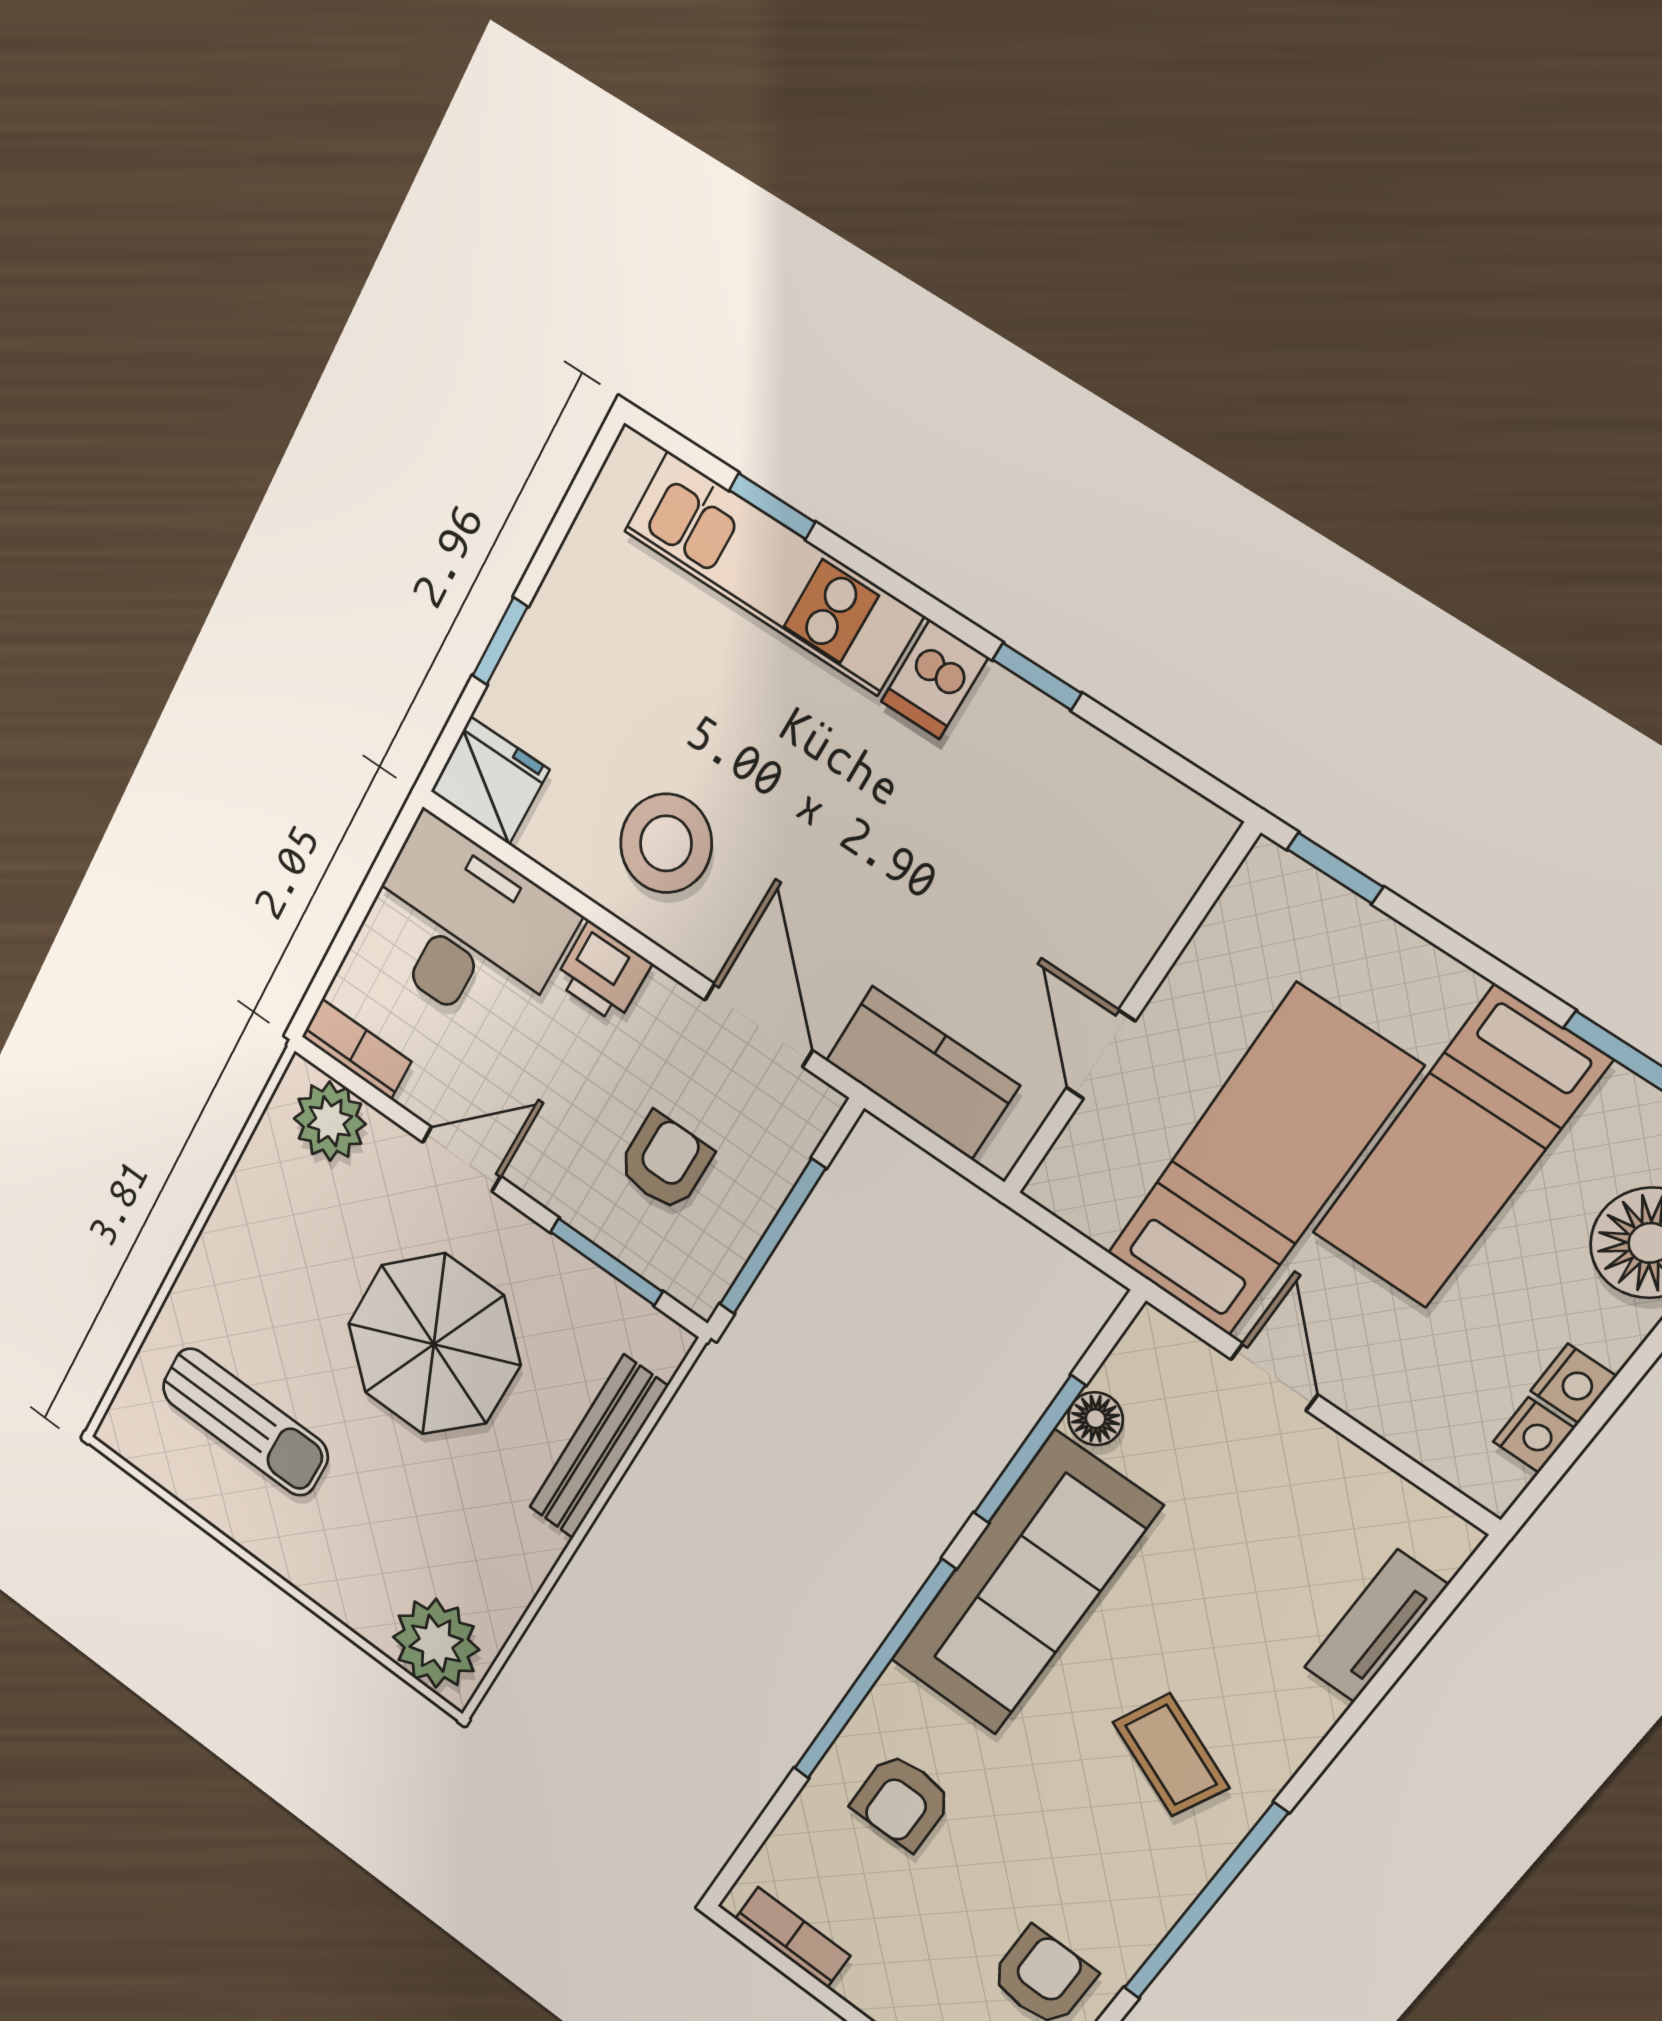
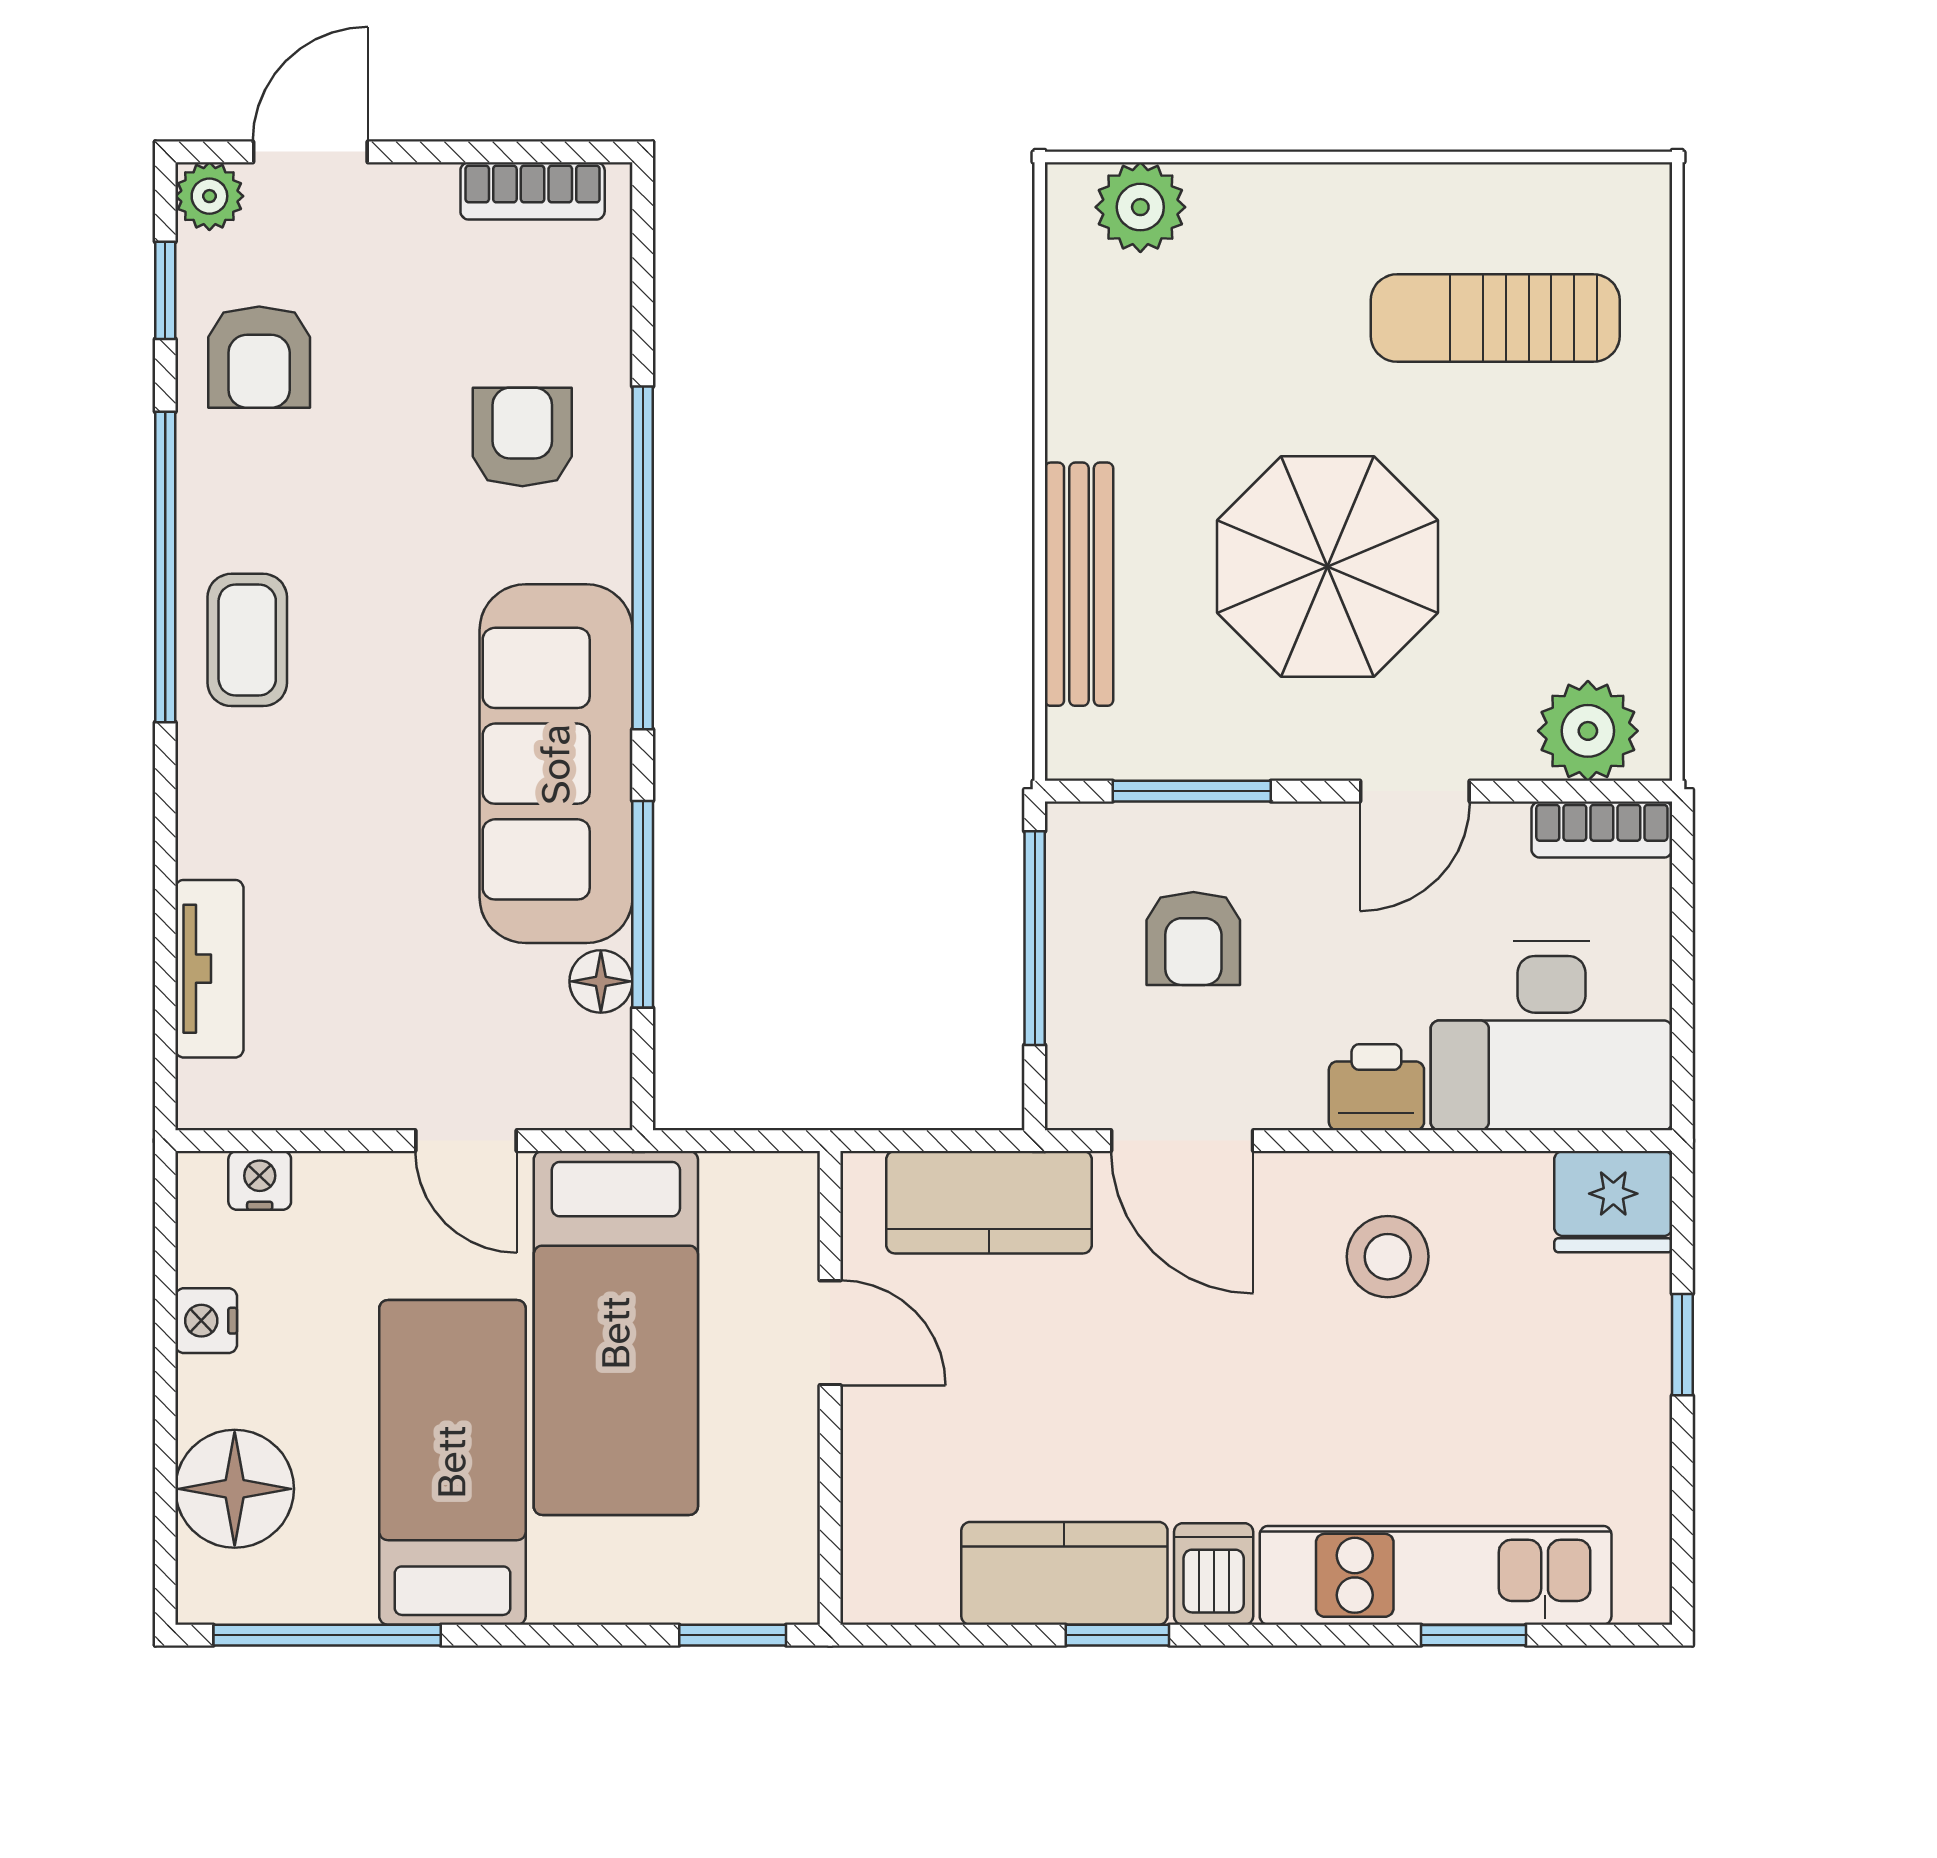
kitchen counter: (1046, 752) -> (1064, 1573), added
stool: (666, 843) -> (1388, 1257), width x0.73, depth x0.73
nightstand: (1534, 1435) -> (260, 1180), moved, turned 90
plant: (436, 1643) -> (1140, 207), width x0.73, depth x0.73
coffee table: (1171, 1755) -> (247, 640), moved, turned 66

